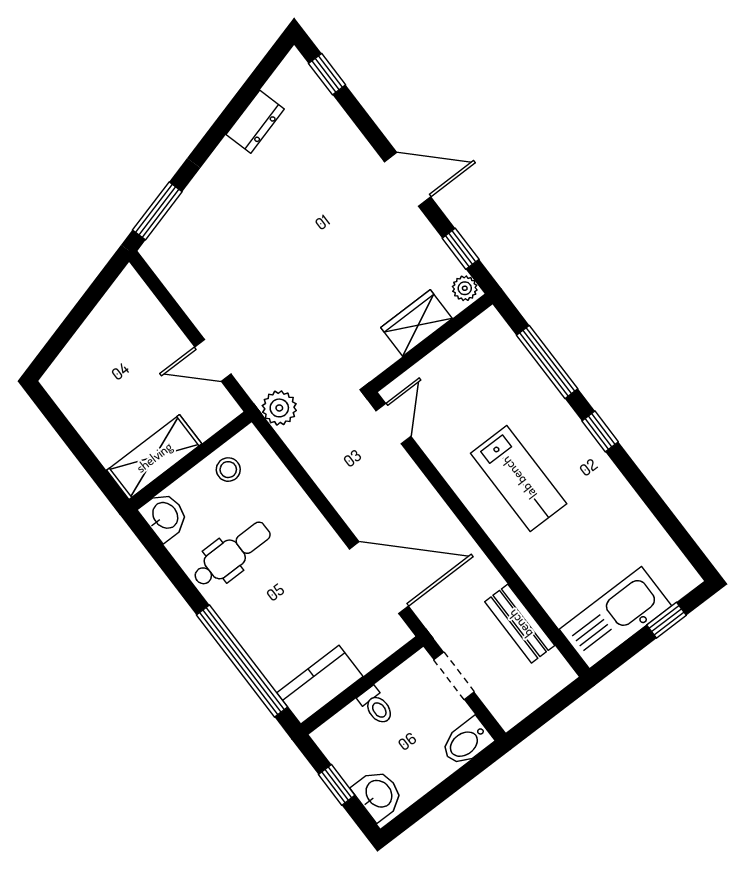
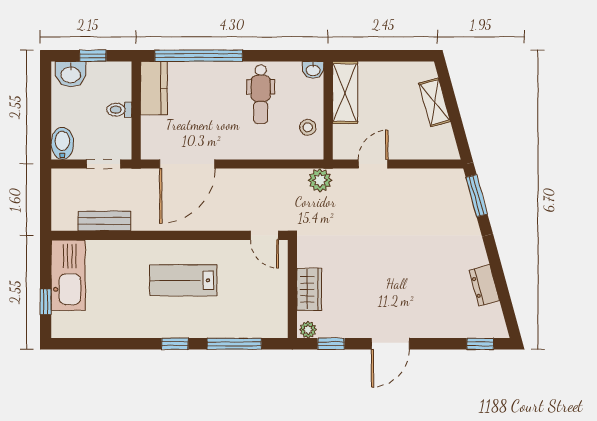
shelving: (86, 343) -> (435, 102), added
washbasin: (164, 516) -> (313, 70), width x0.72, depth x0.69

